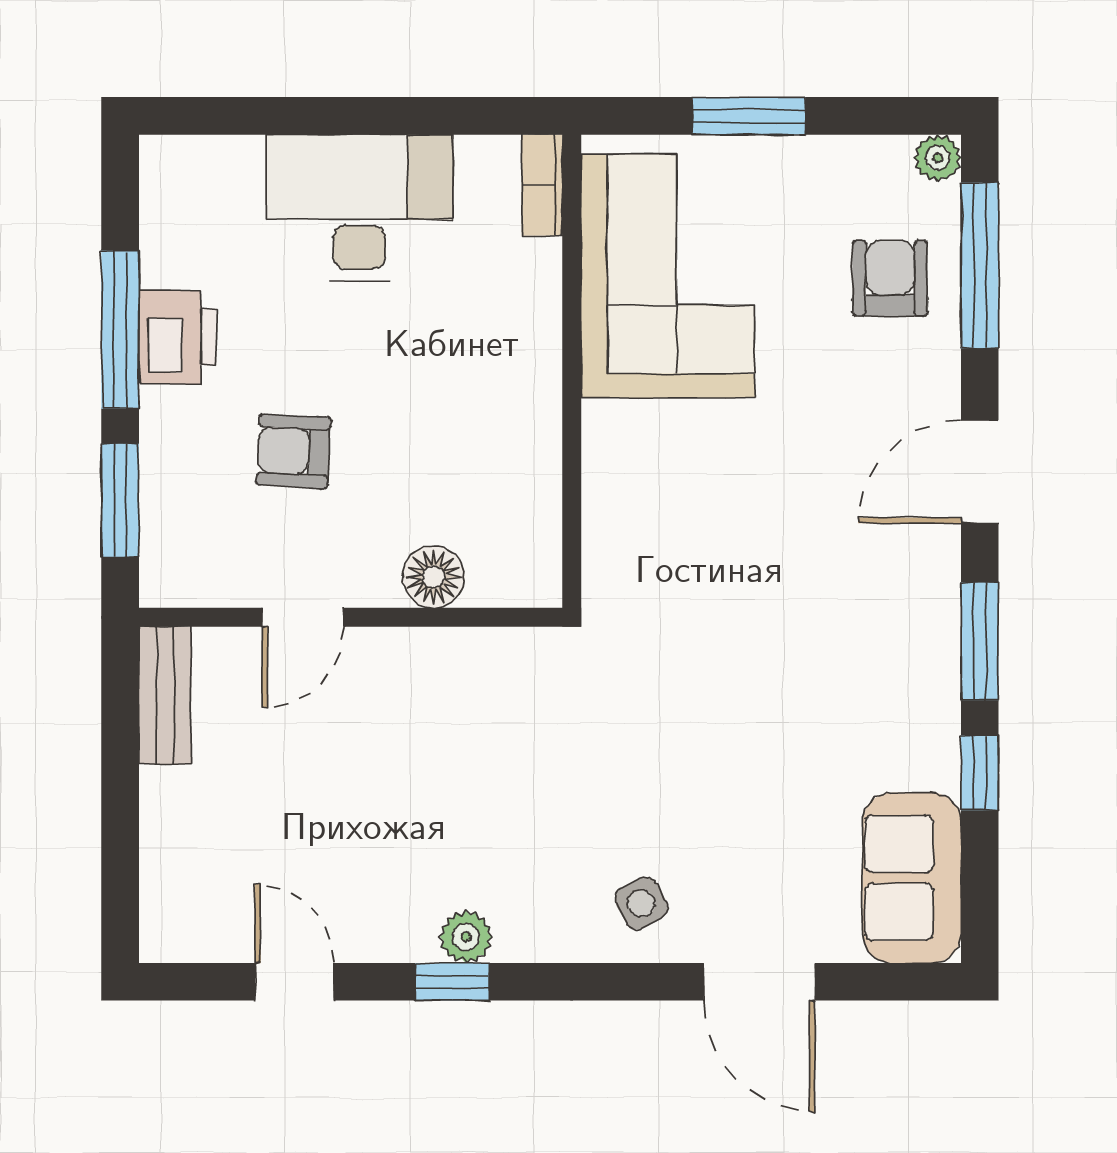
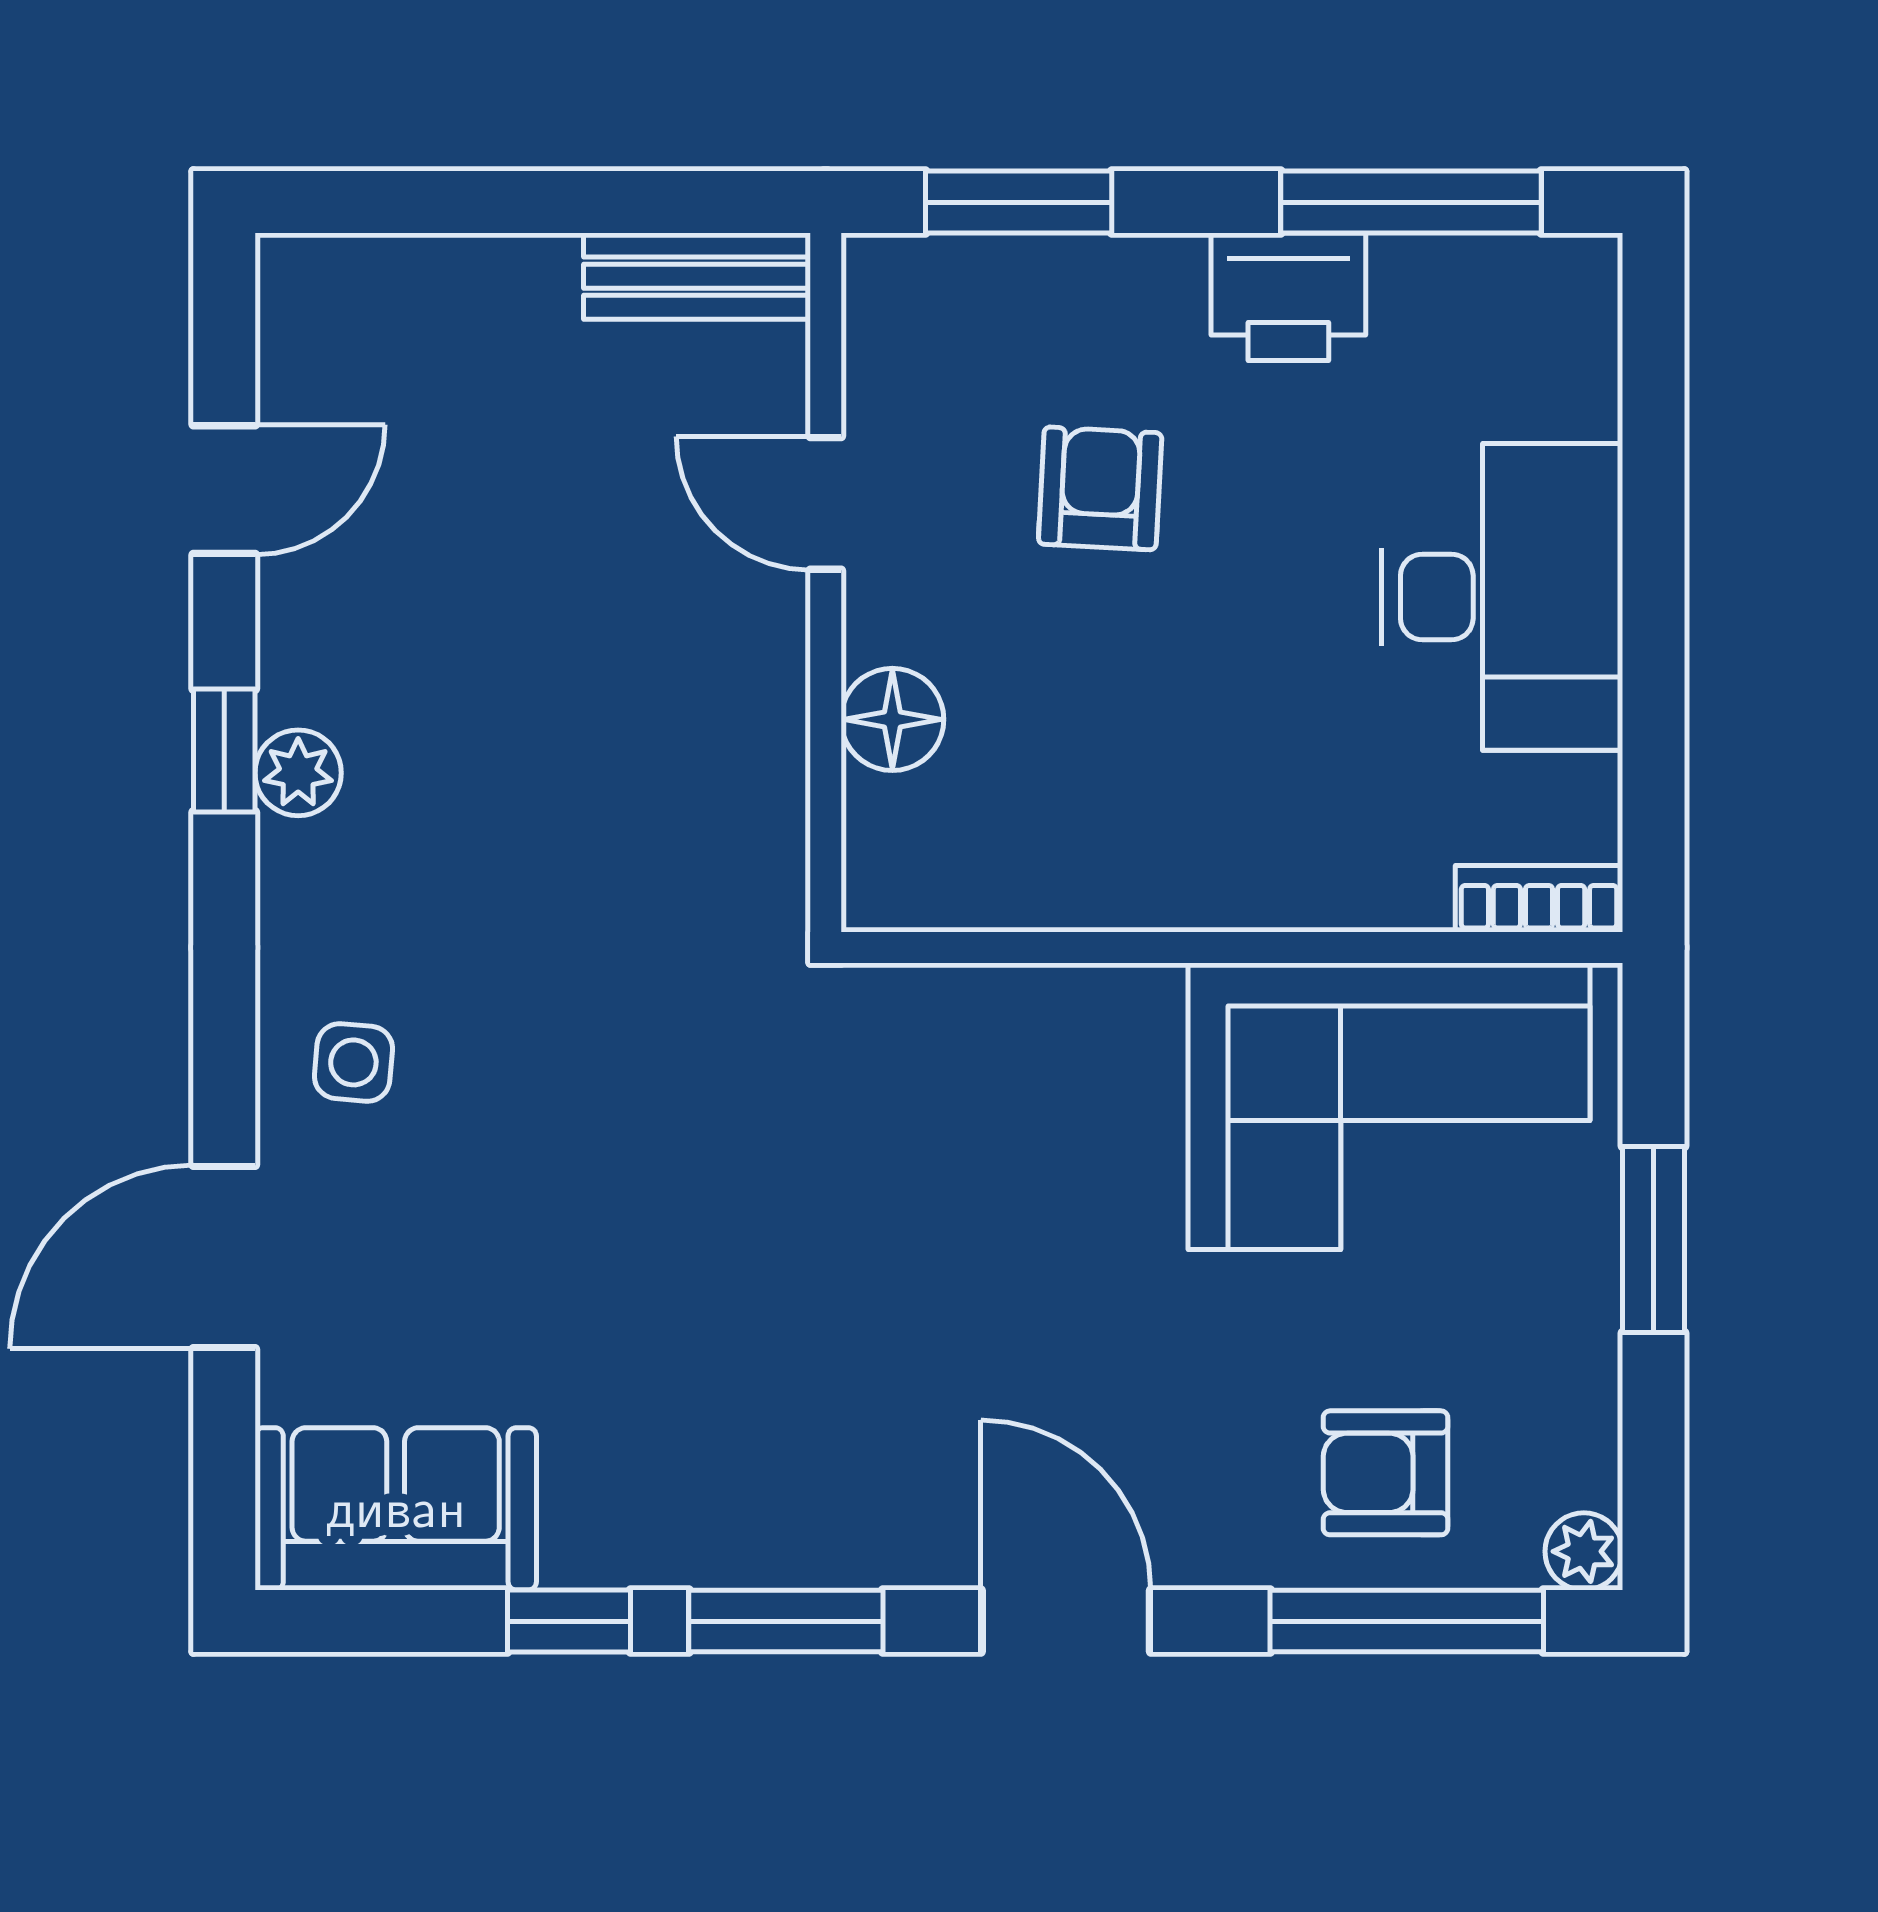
armchair: (890, 278) -> (1386, 1473), turned 180
window: (120, 330) -> (1411, 202), moved
side table: (641, 903) -> (353, 1062), turned 34

